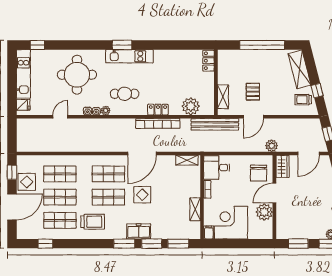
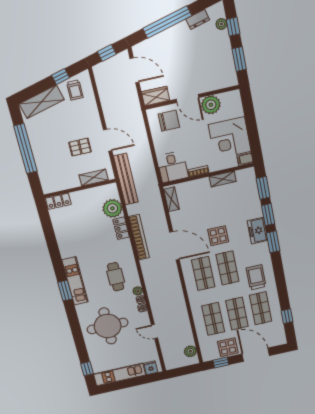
locker: (158, 110) -> (121, 228), moved
plant: (272, 146) -> (190, 351), moved

